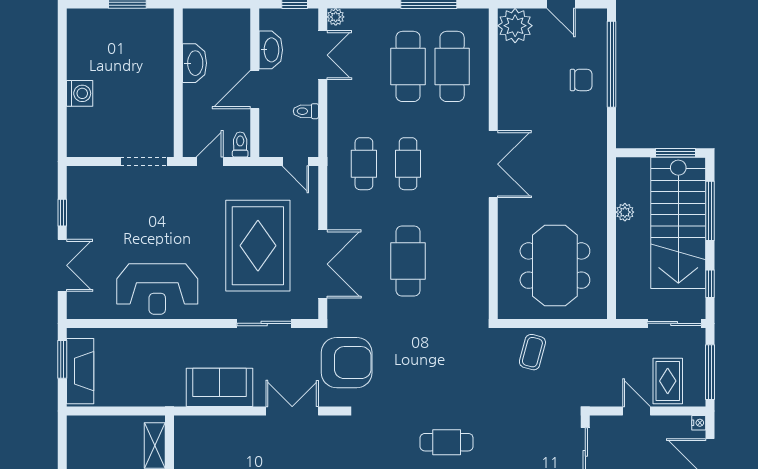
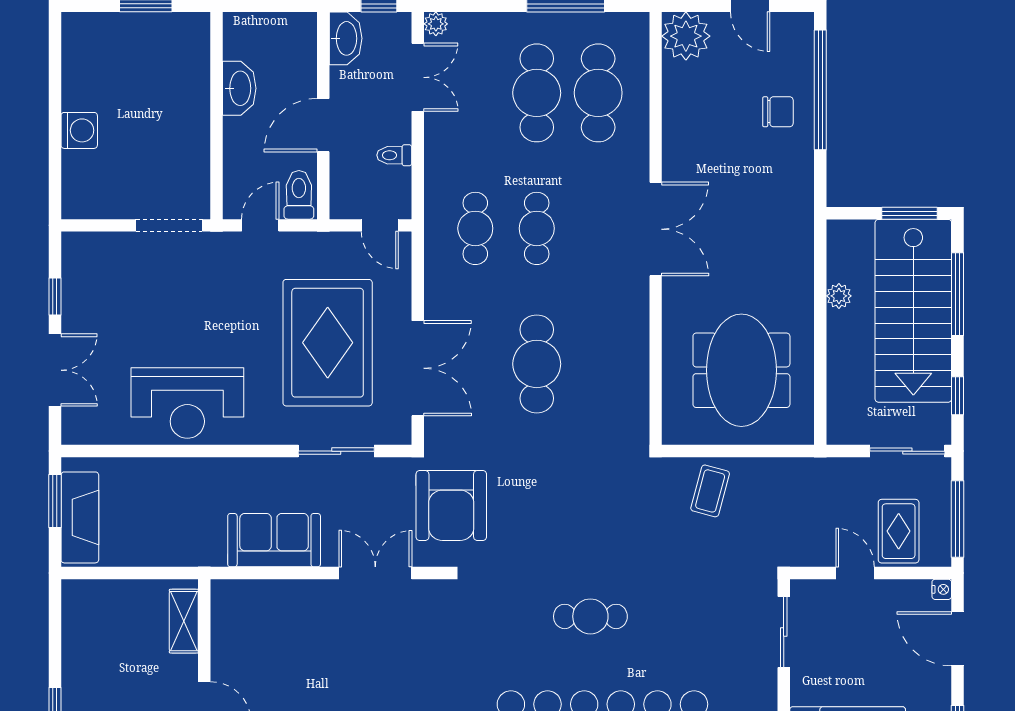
washbasin: (271, 50) -> (346, 38), moved
toilet: (240, 144) -> (299, 195), width x1.37, depth x1.39
armchair: (347, 363) -> (451, 506), turned 90

